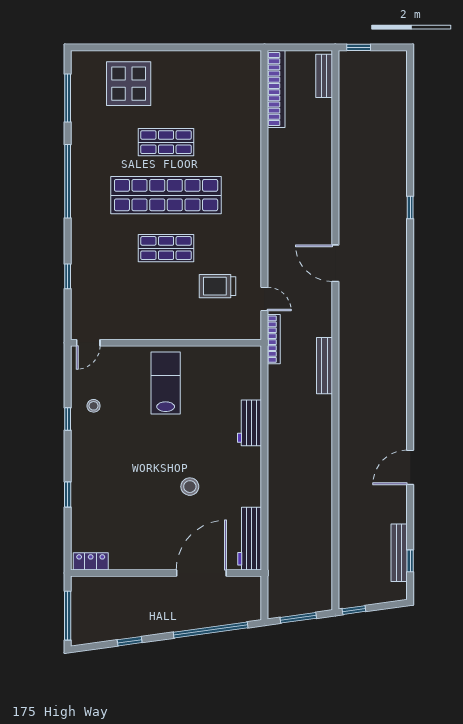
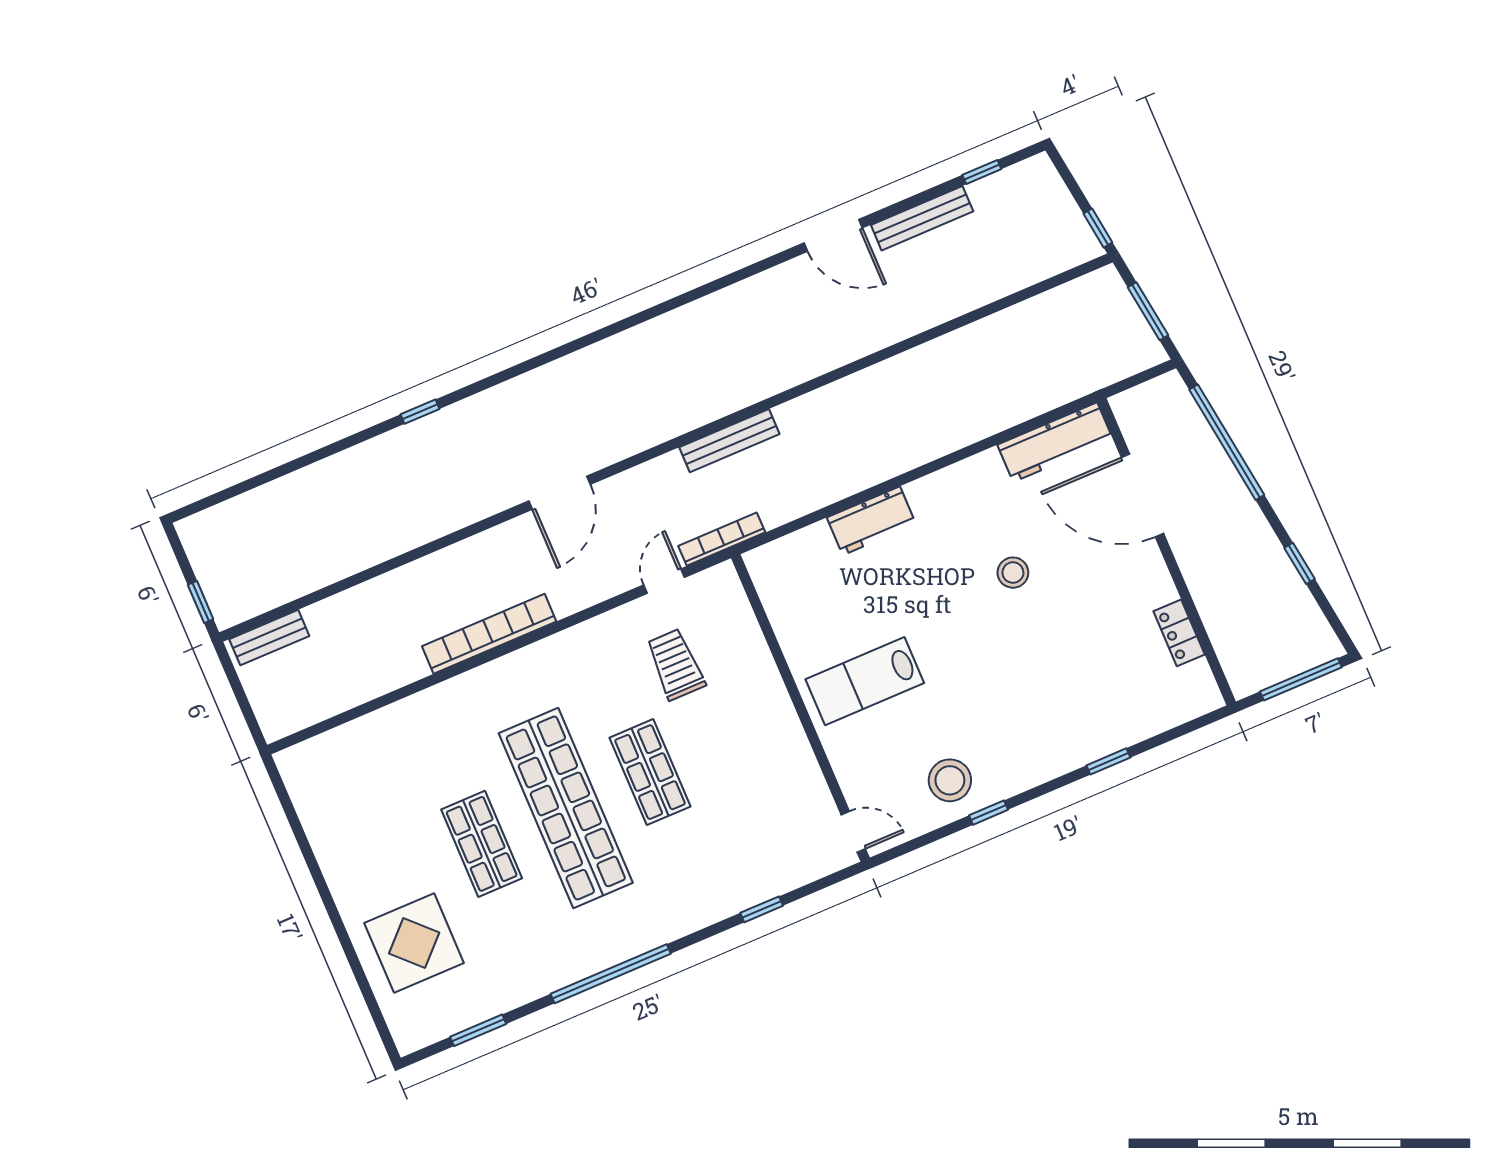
bookcase: (276, 89) -> (489, 634), moved
window: (68, 98) -> (478, 1030), width x0.69
trolley: (217, 286) -> (676, 664), turned 180
stool: (94, 406) -> (950, 780), width x1.89, depth x1.89
bench: (399, 553) -> (922, 218), moved
locker: (91, 561) -> (1179, 633), moved

